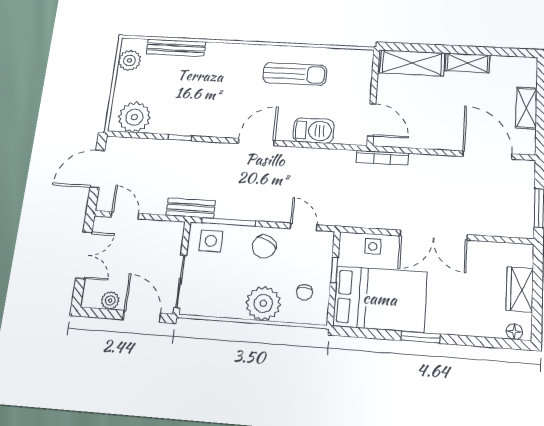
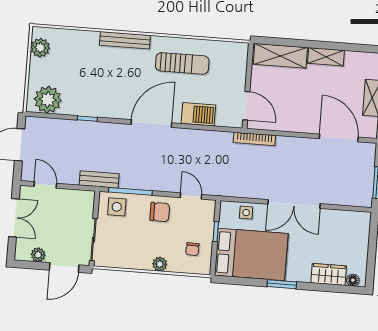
bench: (176, 48) -> (125, 40), moved
door: (257, 142) -> (151, 124), width x1.36
chair: (264, 247) -> (160, 212), turned -118
wardrobe: (520, 289) -> (329, 274), moved, turned 90
plant: (263, 303) -> (160, 264), width x0.53, depth x0.53
door: (142, 316) -> (64, 268), swing flipped

